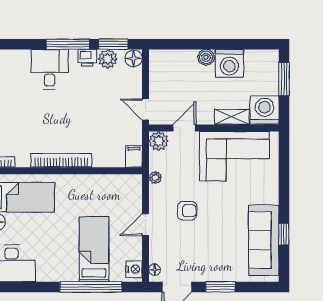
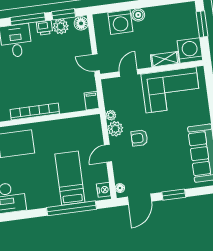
washing machine: (229, 63) -> (120, 22), moved
plant: (159, 141) -> (115, 129), moved
armchair: (187, 211) -> (139, 138), turned 180

